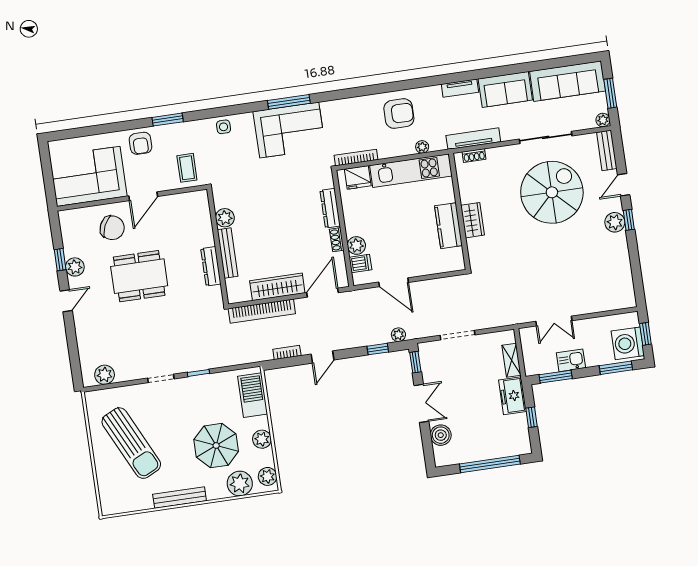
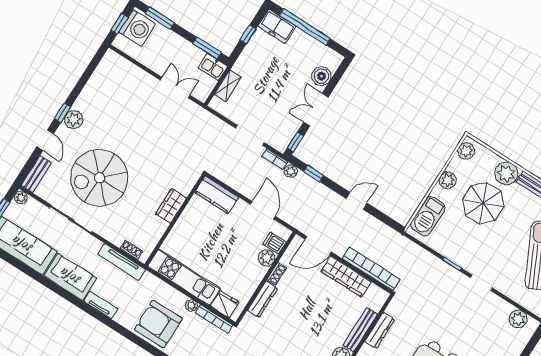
armchair: (399, 114) -> (158, 324), width x1.36, depth x1.36
plant: (422, 147) -> (191, 305), moved
door: (624, 185) -> (45, 140), hinge flipped
kitchen counter: (448, 226) -> (217, 195), moved, turned 90
bookcase: (287, 353) -> (275, 159), moved
kitchen sink: (571, 360) -> (213, 67), moved
freezer: (512, 396) -> (277, 26), moved, turned 90
plant: (240, 484) -> (506, 173), moved

